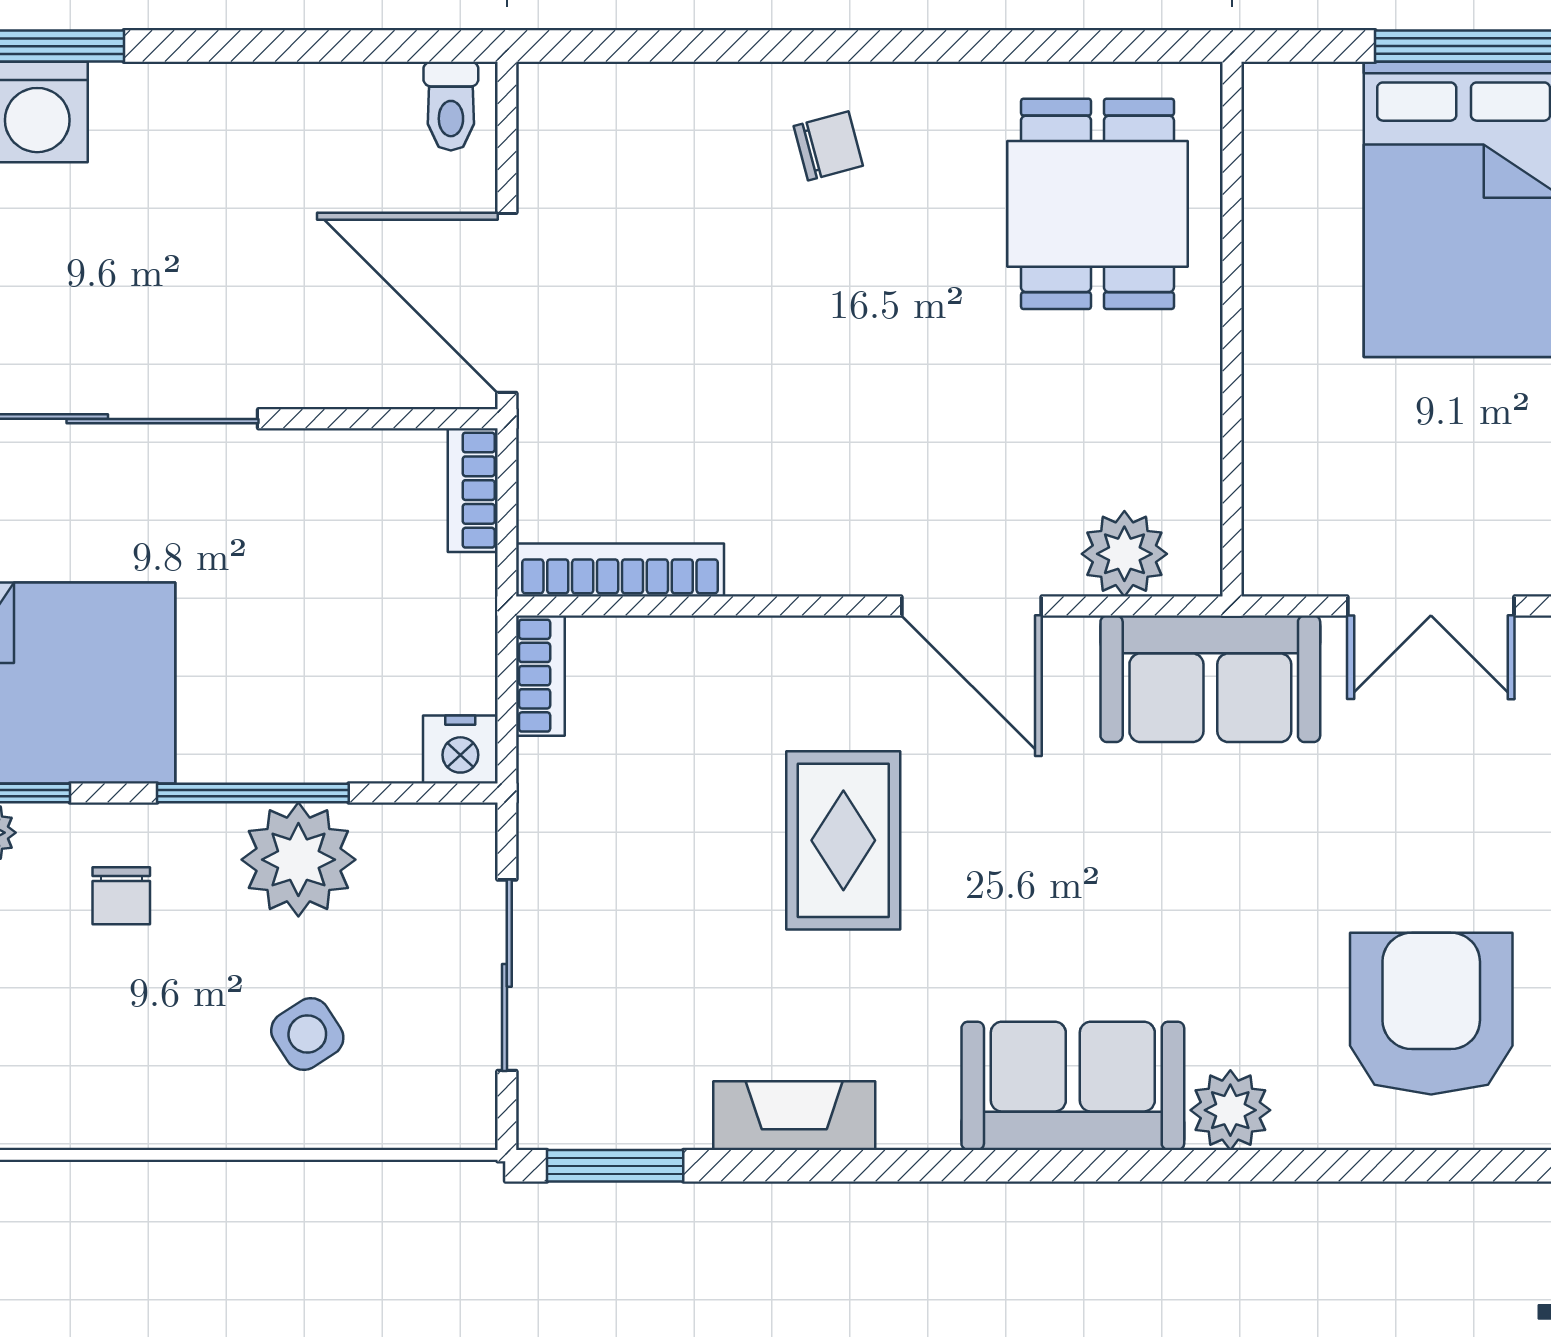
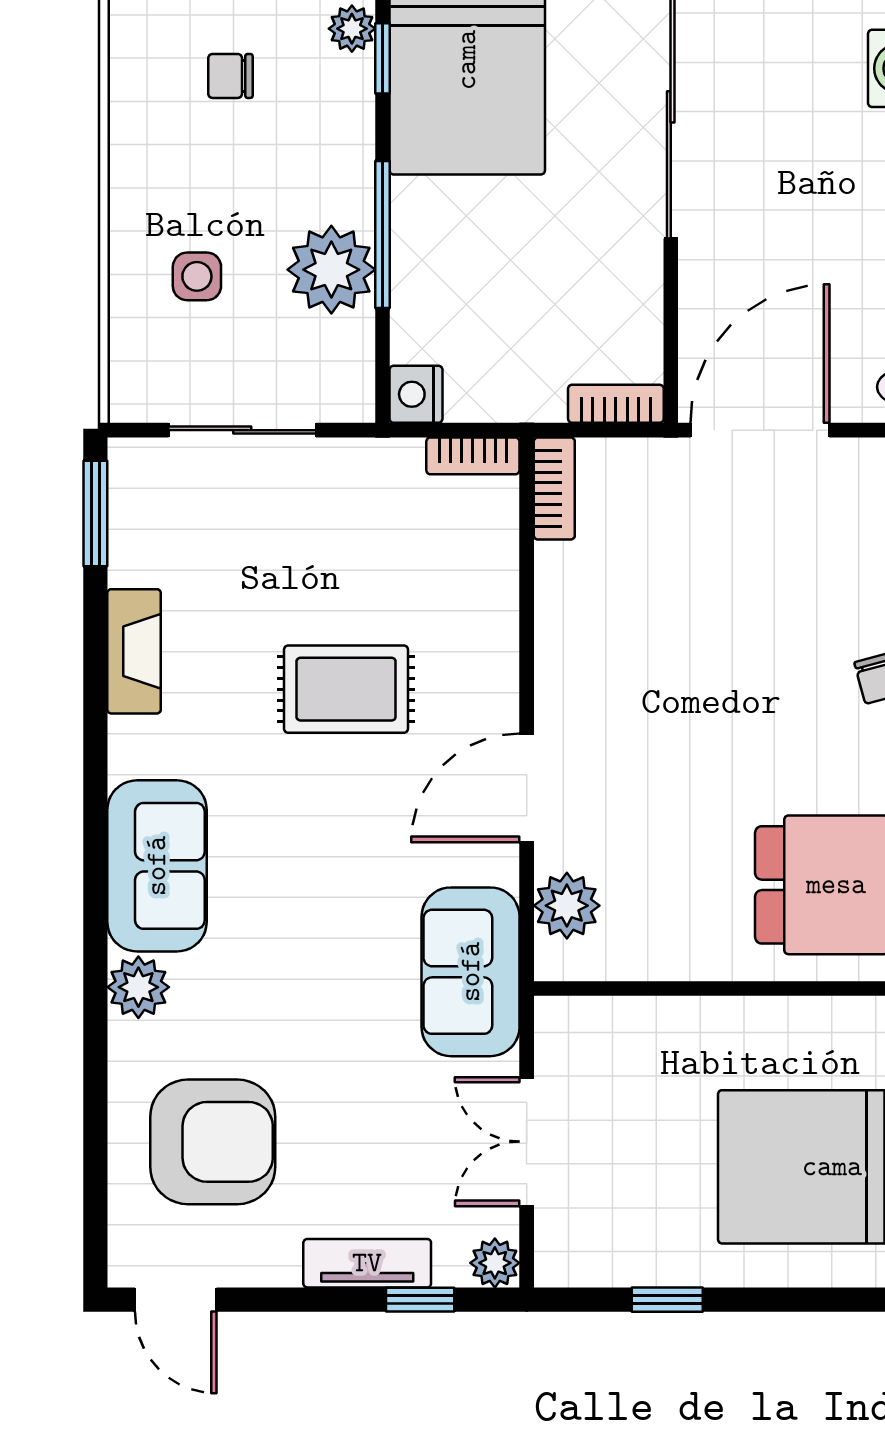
bookcase: (620, 570) -> (554, 488), width x0.64
chair: (121, 896) -> (230, 76), moved
side table: (307, 1034) -> (197, 276), turned 33

